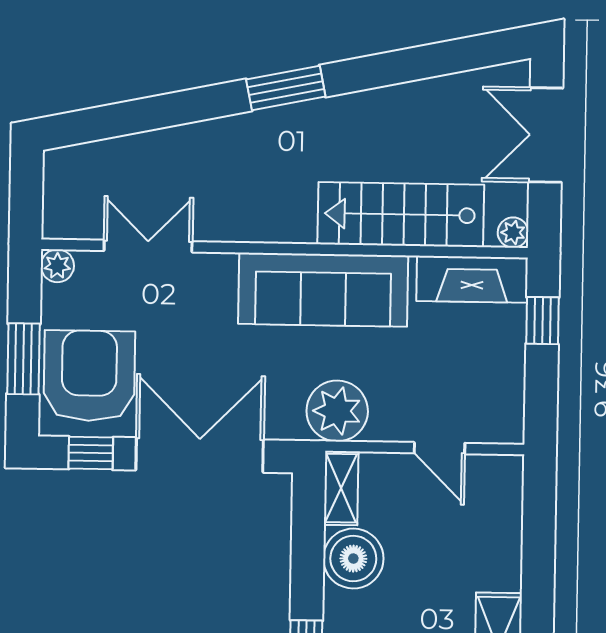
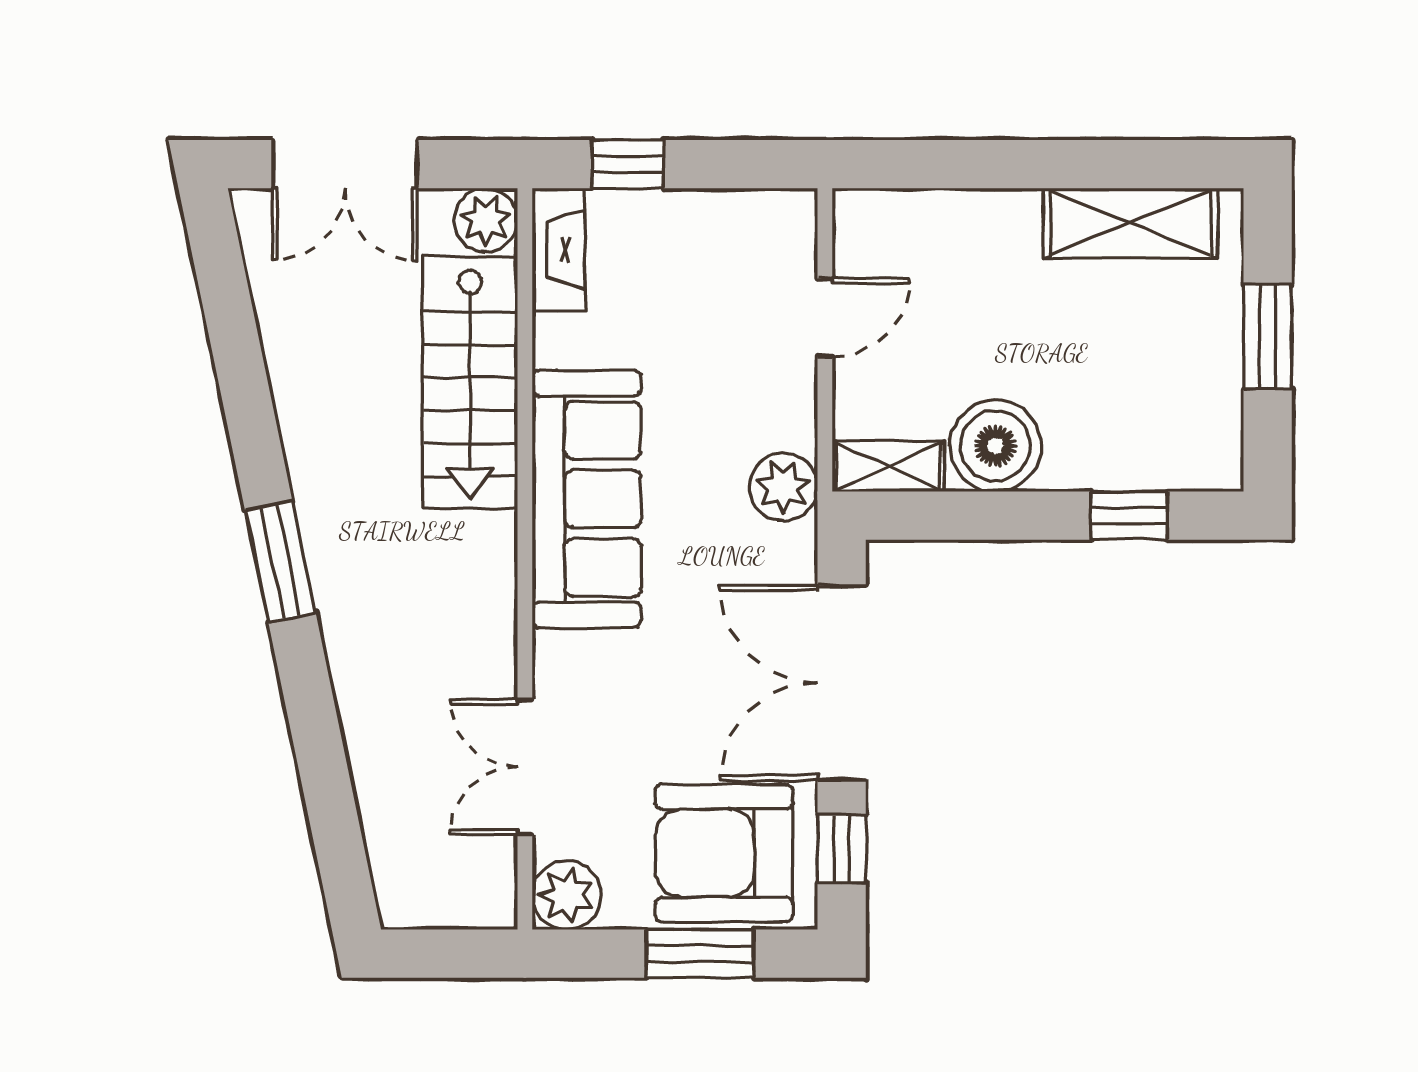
plant: (513, 232) -> (486, 220), width x1.38, depth x1.38
plant: (57, 266) -> (567, 895), width x1.38, depth x1.38
fireplace: (472, 279) -> (558, 250), width x0.73, depth x0.76
plant: (337, 411) -> (783, 487), width x0.73, depth x0.73

